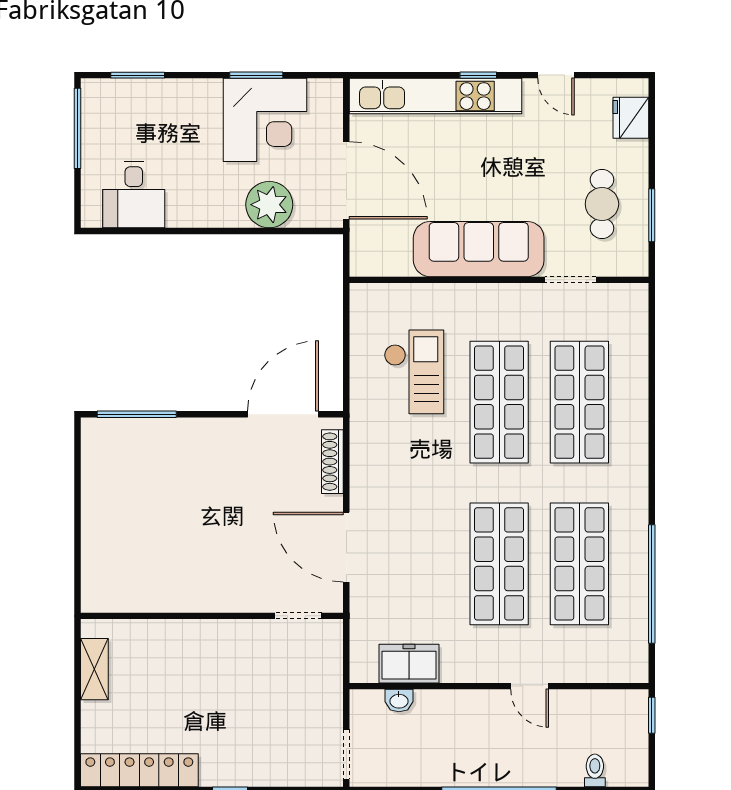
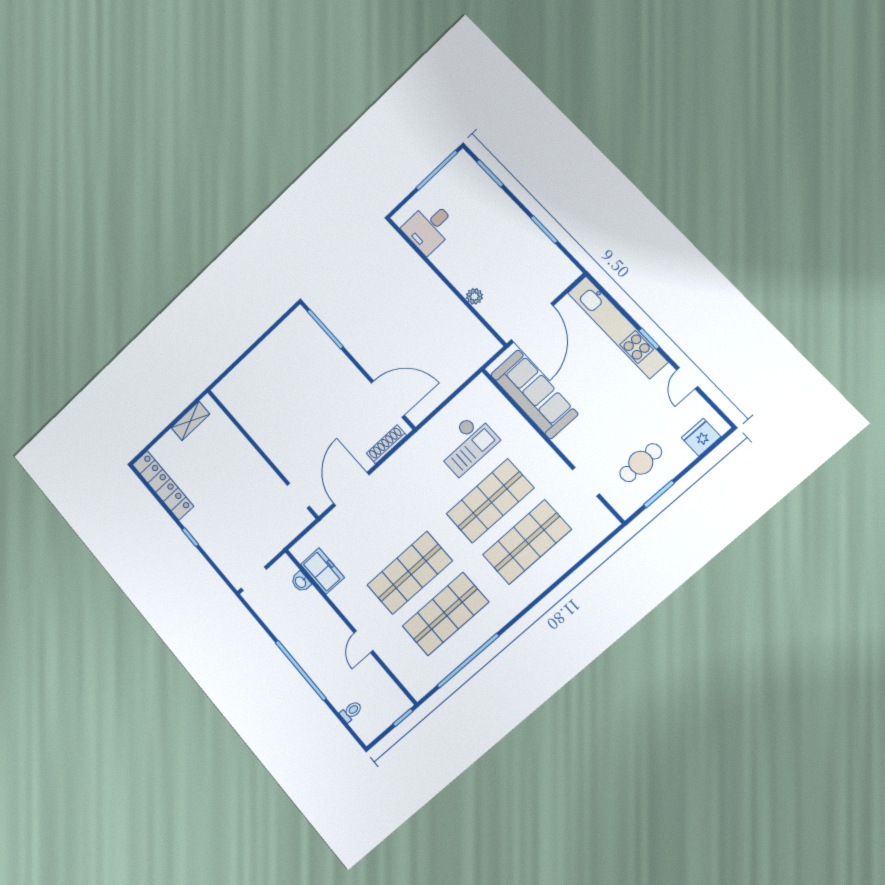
corner desk: (265, 120) -> (525, 255), removed
plant: (269, 205) -> (474, 296), width x0.53, depth x0.53
sofa: (479, 249) -> (534, 394), moved

